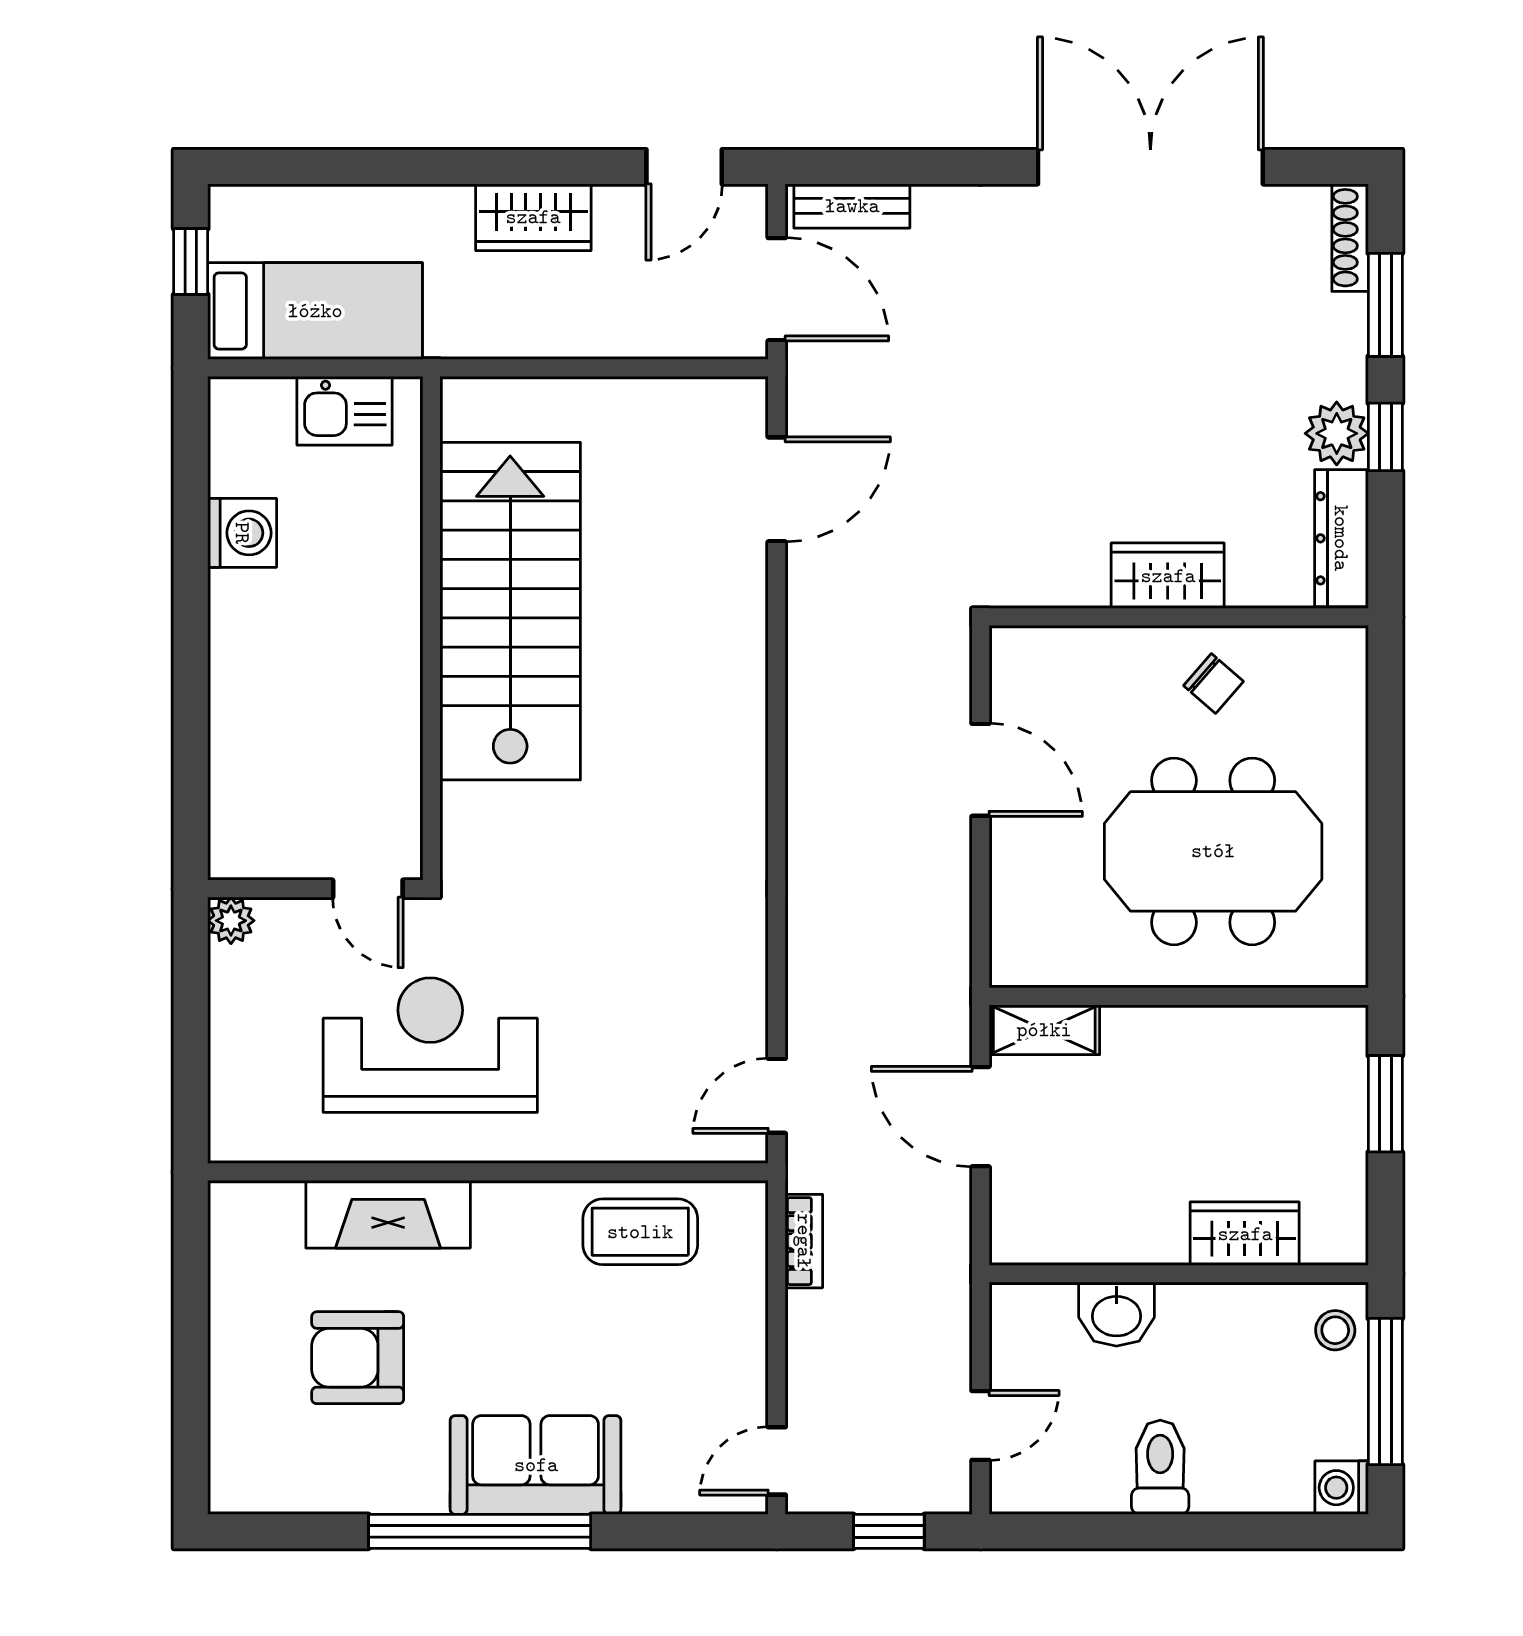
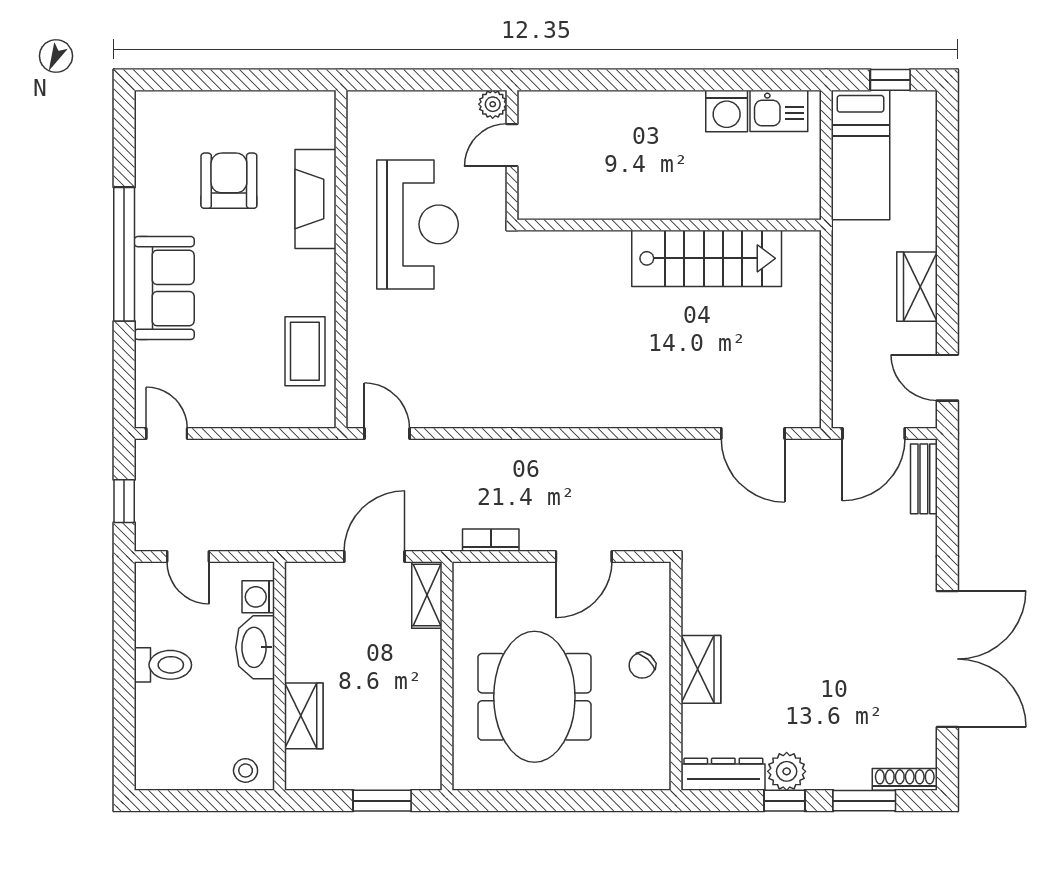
kitchen sink: (344, 411) -> (779, 111), moved, turned -90
stairs: (510, 611) -> (707, 258), width x0.73, depth x0.66
chair: (1213, 683) -> (642, 665), moved
door: (368, 889) -> (512, 145), moved
bookcase: (804, 1241) -> (491, 540), moved, turned 180
washbasin: (1116, 1314) -> (255, 647), width x1.38
window: (1385, 1391) -> (209, 801), removed
washing machine: (1342, 1488) -> (258, 597), moved, turned -90

